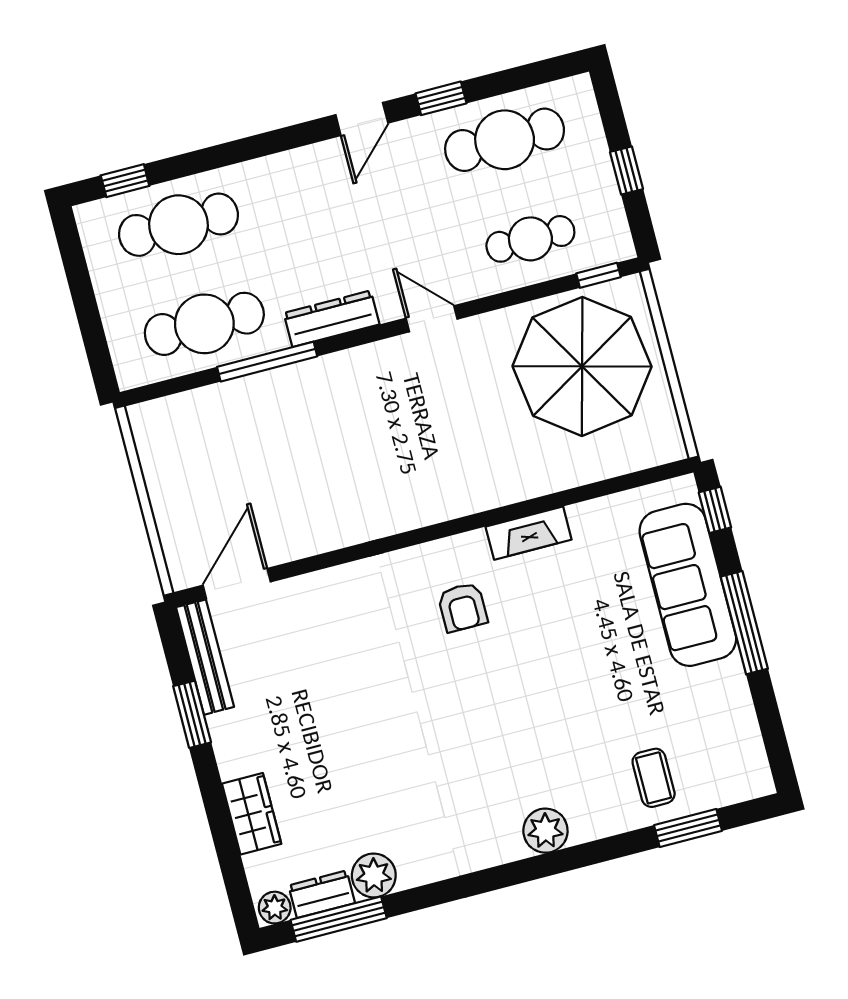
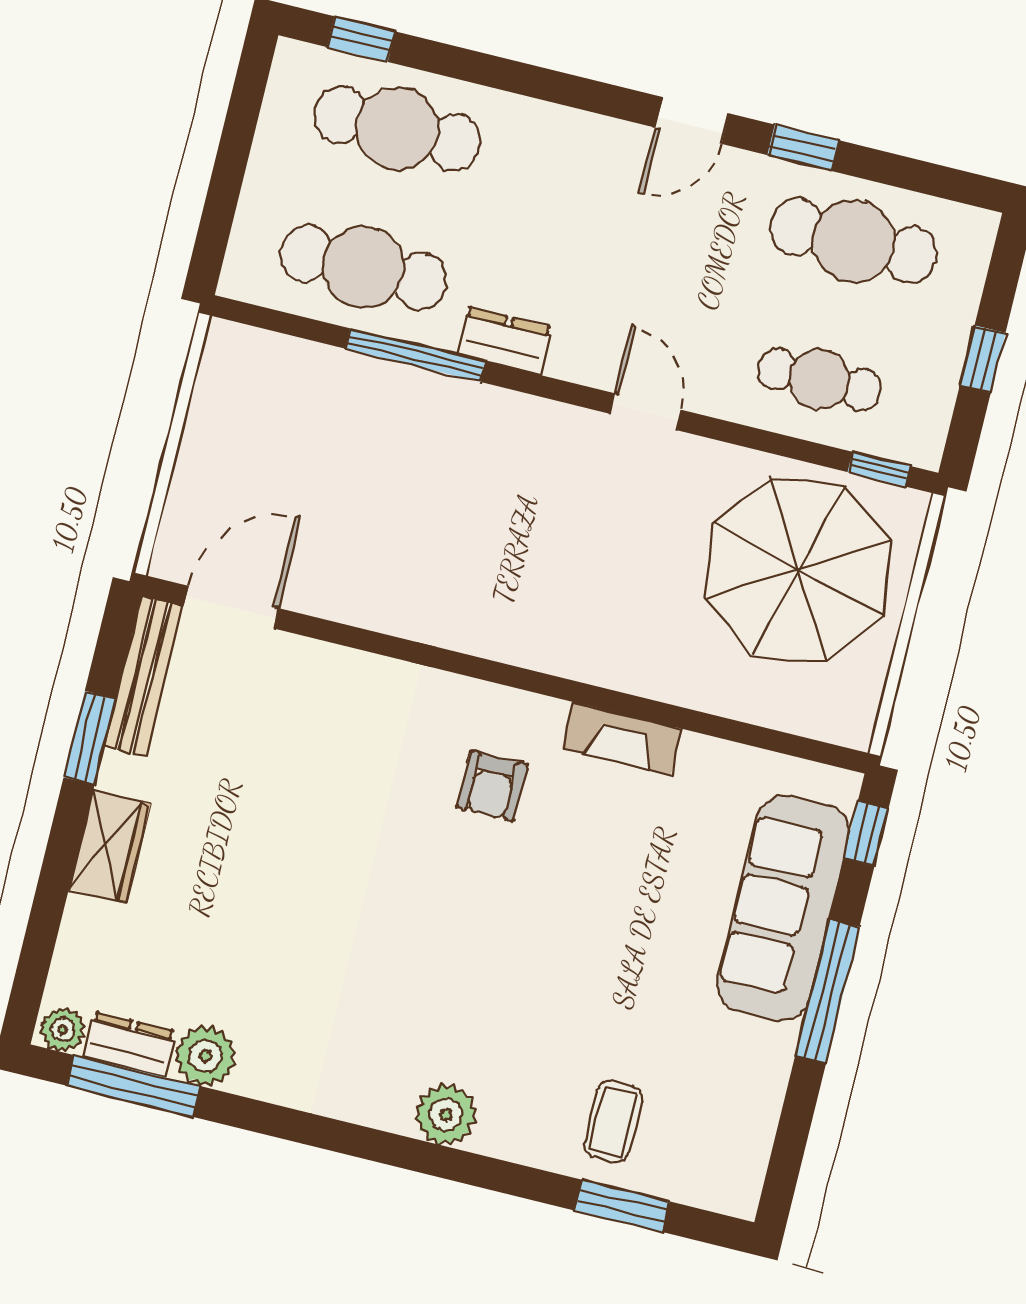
dresser: (332, 319) -> (504, 341), width x0.70
wardrobe: (252, 814) -> (110, 846), moved

